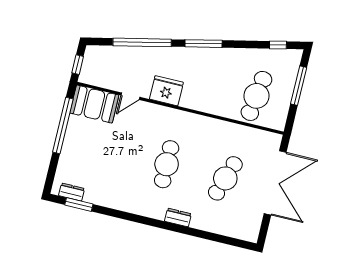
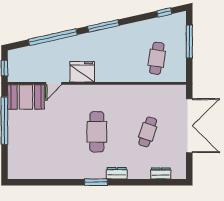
cafe table: (256, 96) -> (157, 58), width x0.73, depth x0.74
cafe table: (225, 178) -> (148, 132), width x0.73, depth x0.74
dresser: (72, 192) -> (161, 173), moved
window: (79, 204) -> (96, 182), moved

